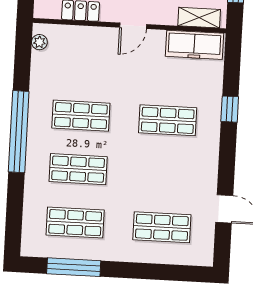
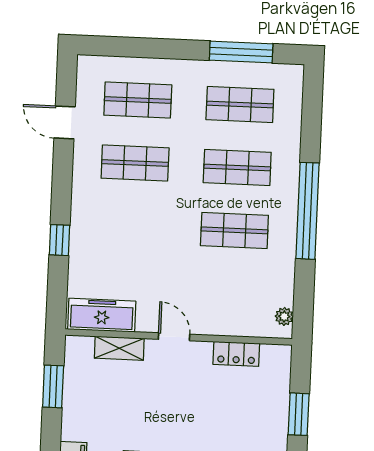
shelving: (199, 18) -> (119, 348), moved
door: (133, 26) -> (174, 337), hinge flipped
shop shelf: (168, 120) -> (135, 163), moved

